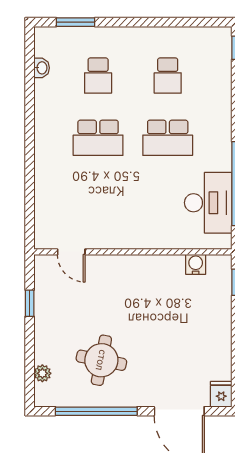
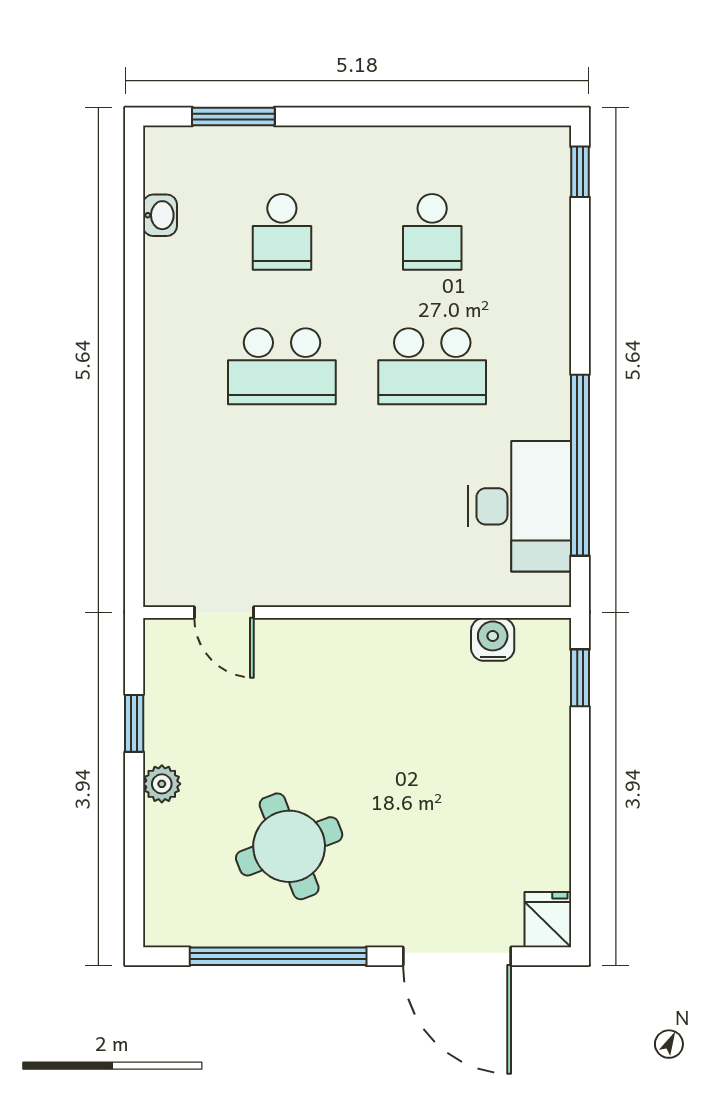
round table: (101, 360) -> (289, 846), turned -32
plant: (42, 373) -> (162, 784), moved

